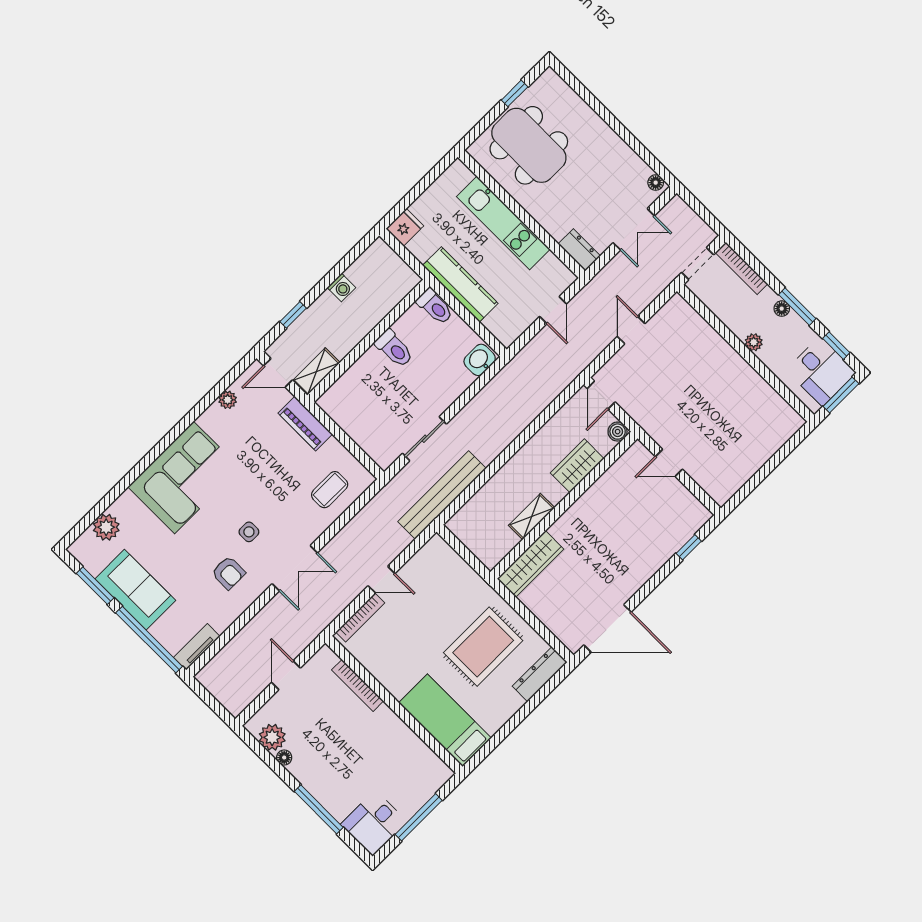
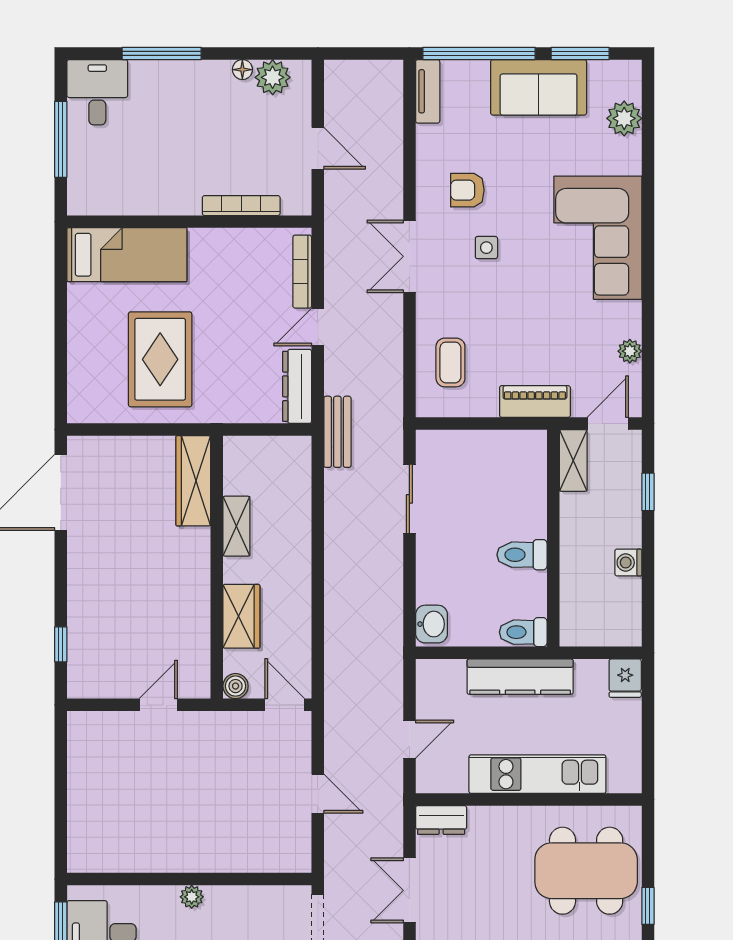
door: (553, 310) -> (409, 739), swing flipped
bench: (442, 495) -> (337, 432), width x0.54, depth x0.82
dresser: (540, 674) -> (297, 386), moved, turned 180

